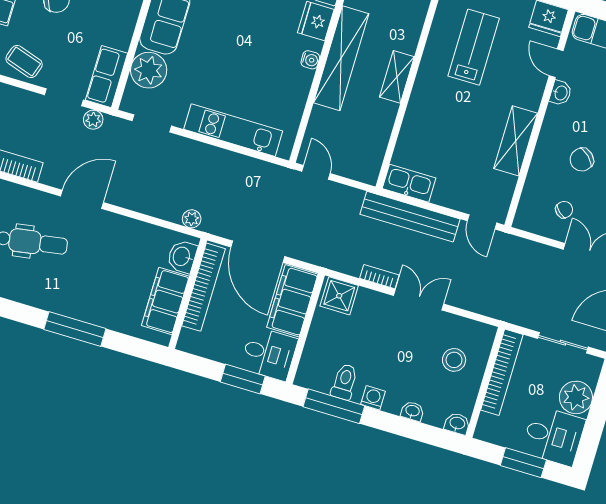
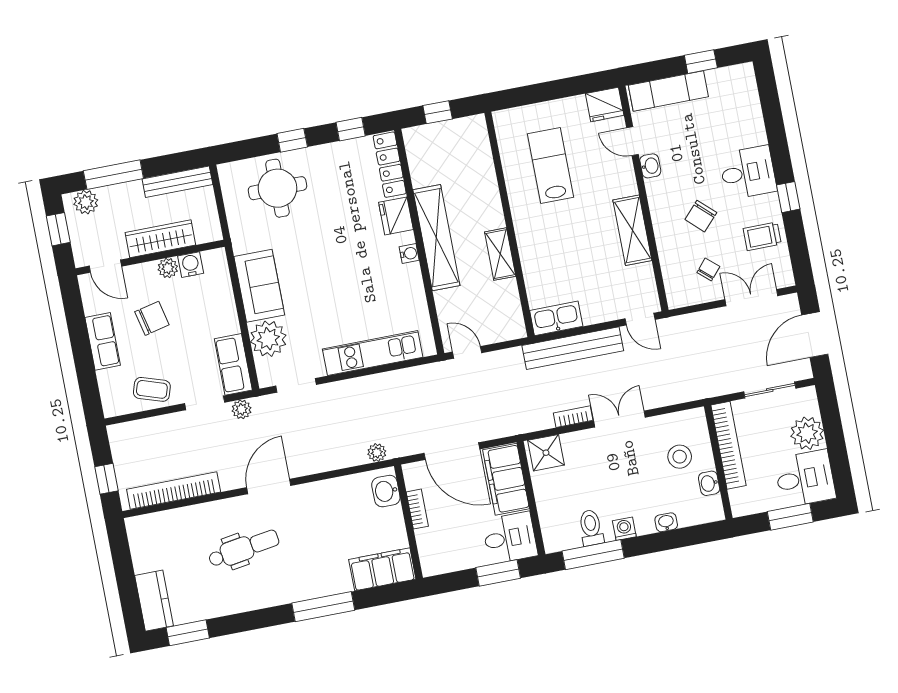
shelving: (397, 77) -> (500, 254), moved
bookcase: (204, 287) -> (417, 509), width x0.43, depth x0.76
filing cabinet: (165, 301) -> (382, 569), moved, turned 90
washbasin: (457, 424) -> (709, 483), moved, turned -90

